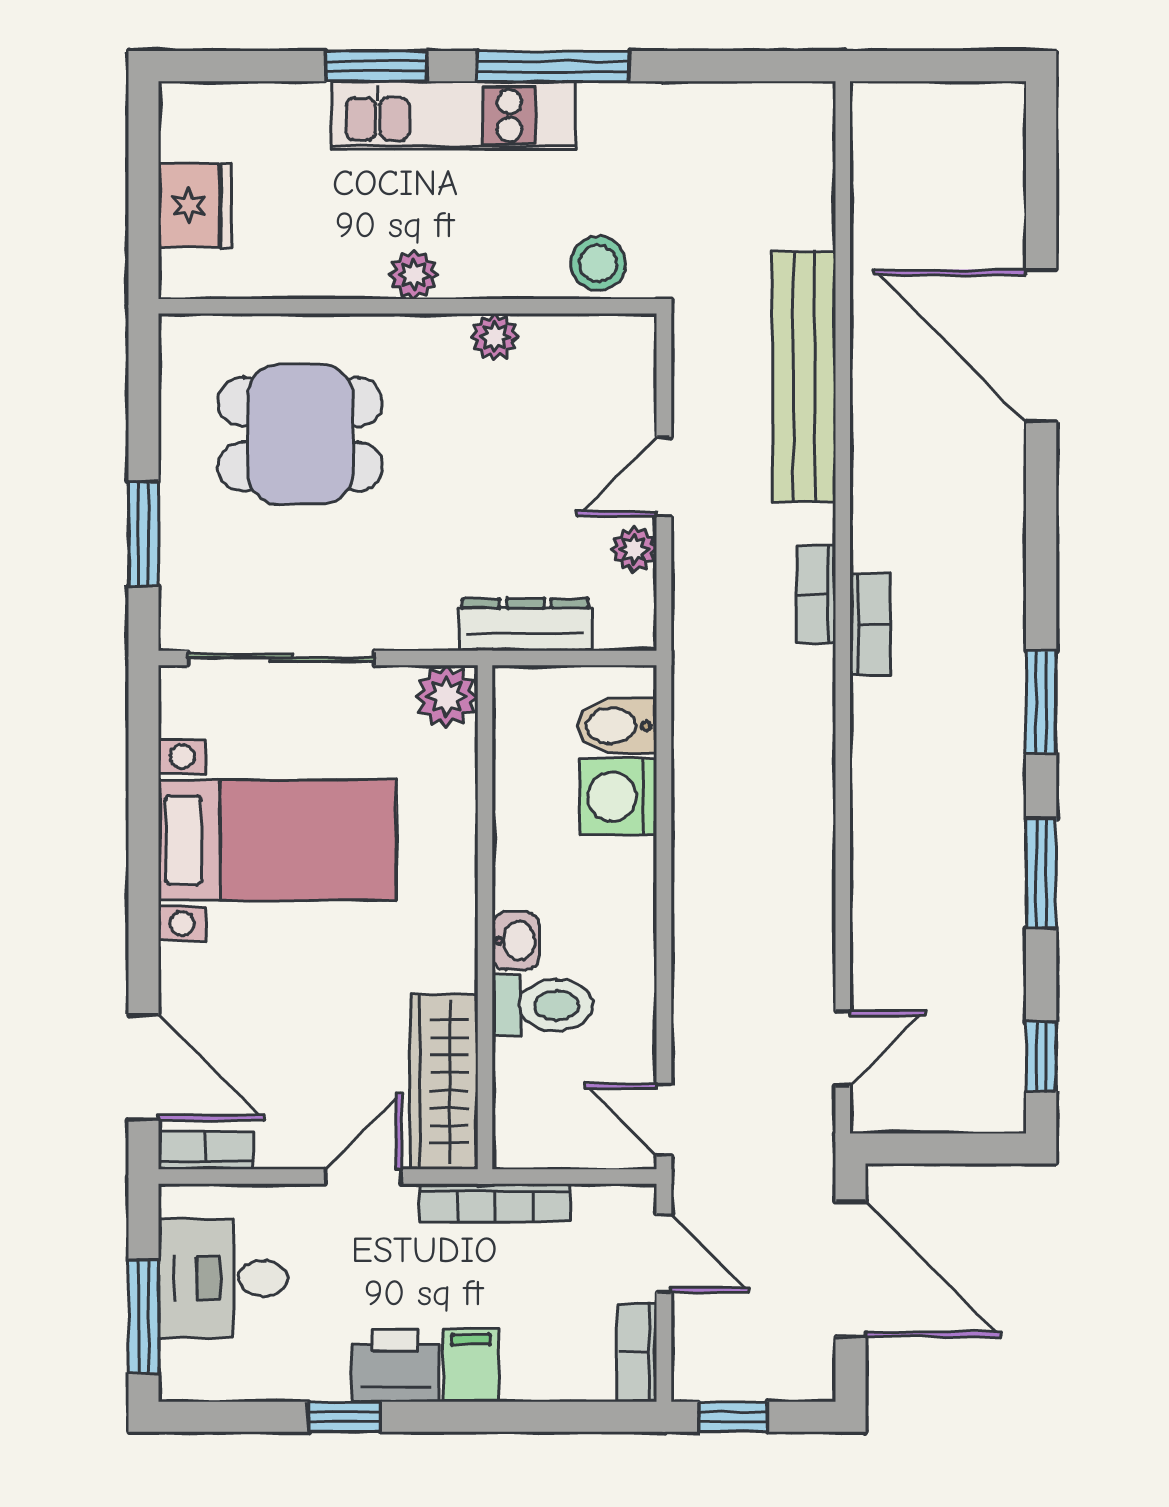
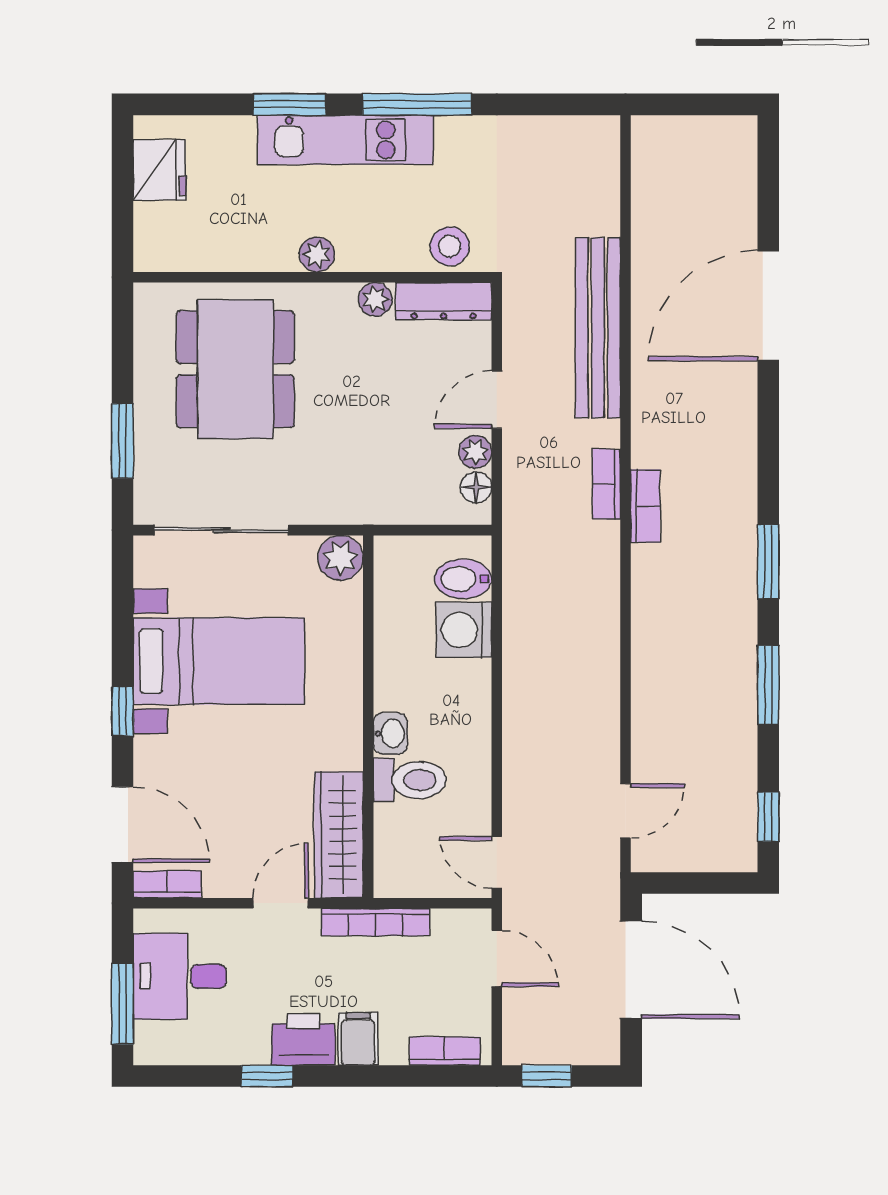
fridge: (195, 206) -> (159, 170), moved
door: (1041, 346) -> (768, 306), hinge flipped
dining table: (300, 434) -> (235, 369), width x1.38
floor lamp: (635, 599) -> (476, 487), added
dresser: (525, 625) -> (444, 301), moved, turned 180
window: (144, 910) -> (123, 711), added
bookcase: (637, 1353) -> (445, 1051), moved, turned 90

